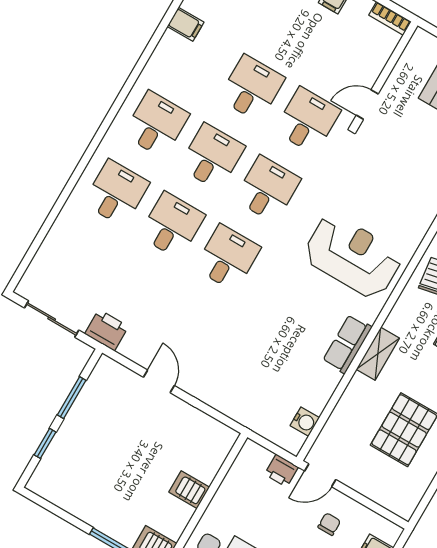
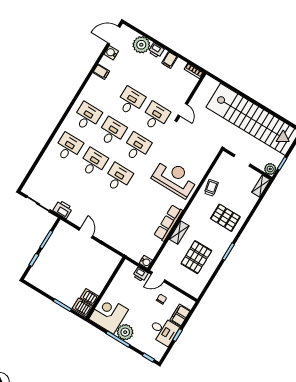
door: (367, 105) -> (183, 110), swing flipped
row of seats: (347, 344) -> (168, 223), width x1.48
shelving: (378, 354) -> (179, 232), moved
water cooler: (305, 422) -> (146, 262), moved
server rack: (189, 490) -> (90, 297), moved

